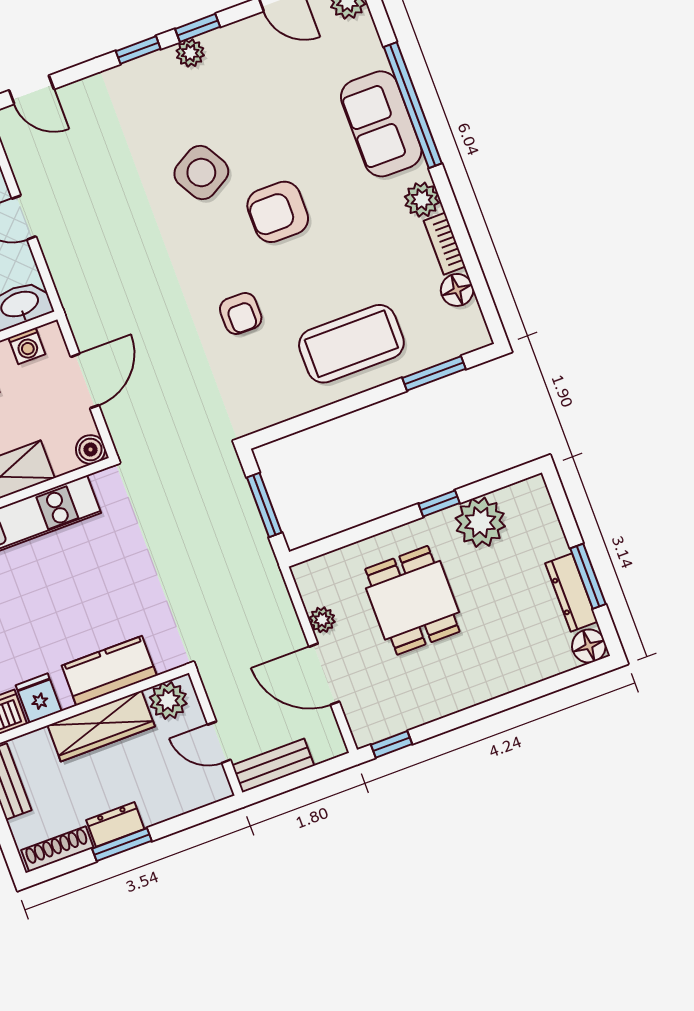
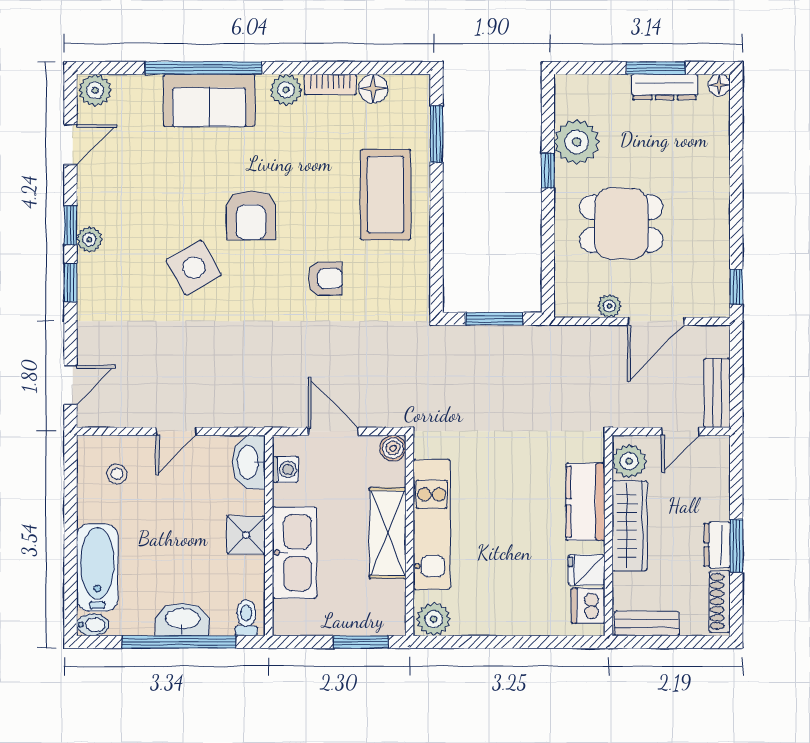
floor lamp: (589, 646) -> (719, 85), width x0.73, depth x0.73

